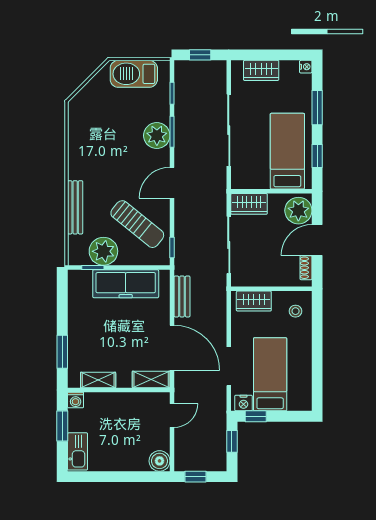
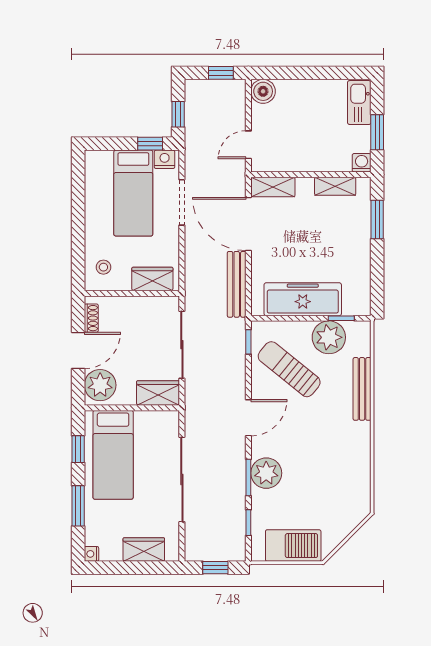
bench: (182, 296) -> (237, 284), width x1.36

